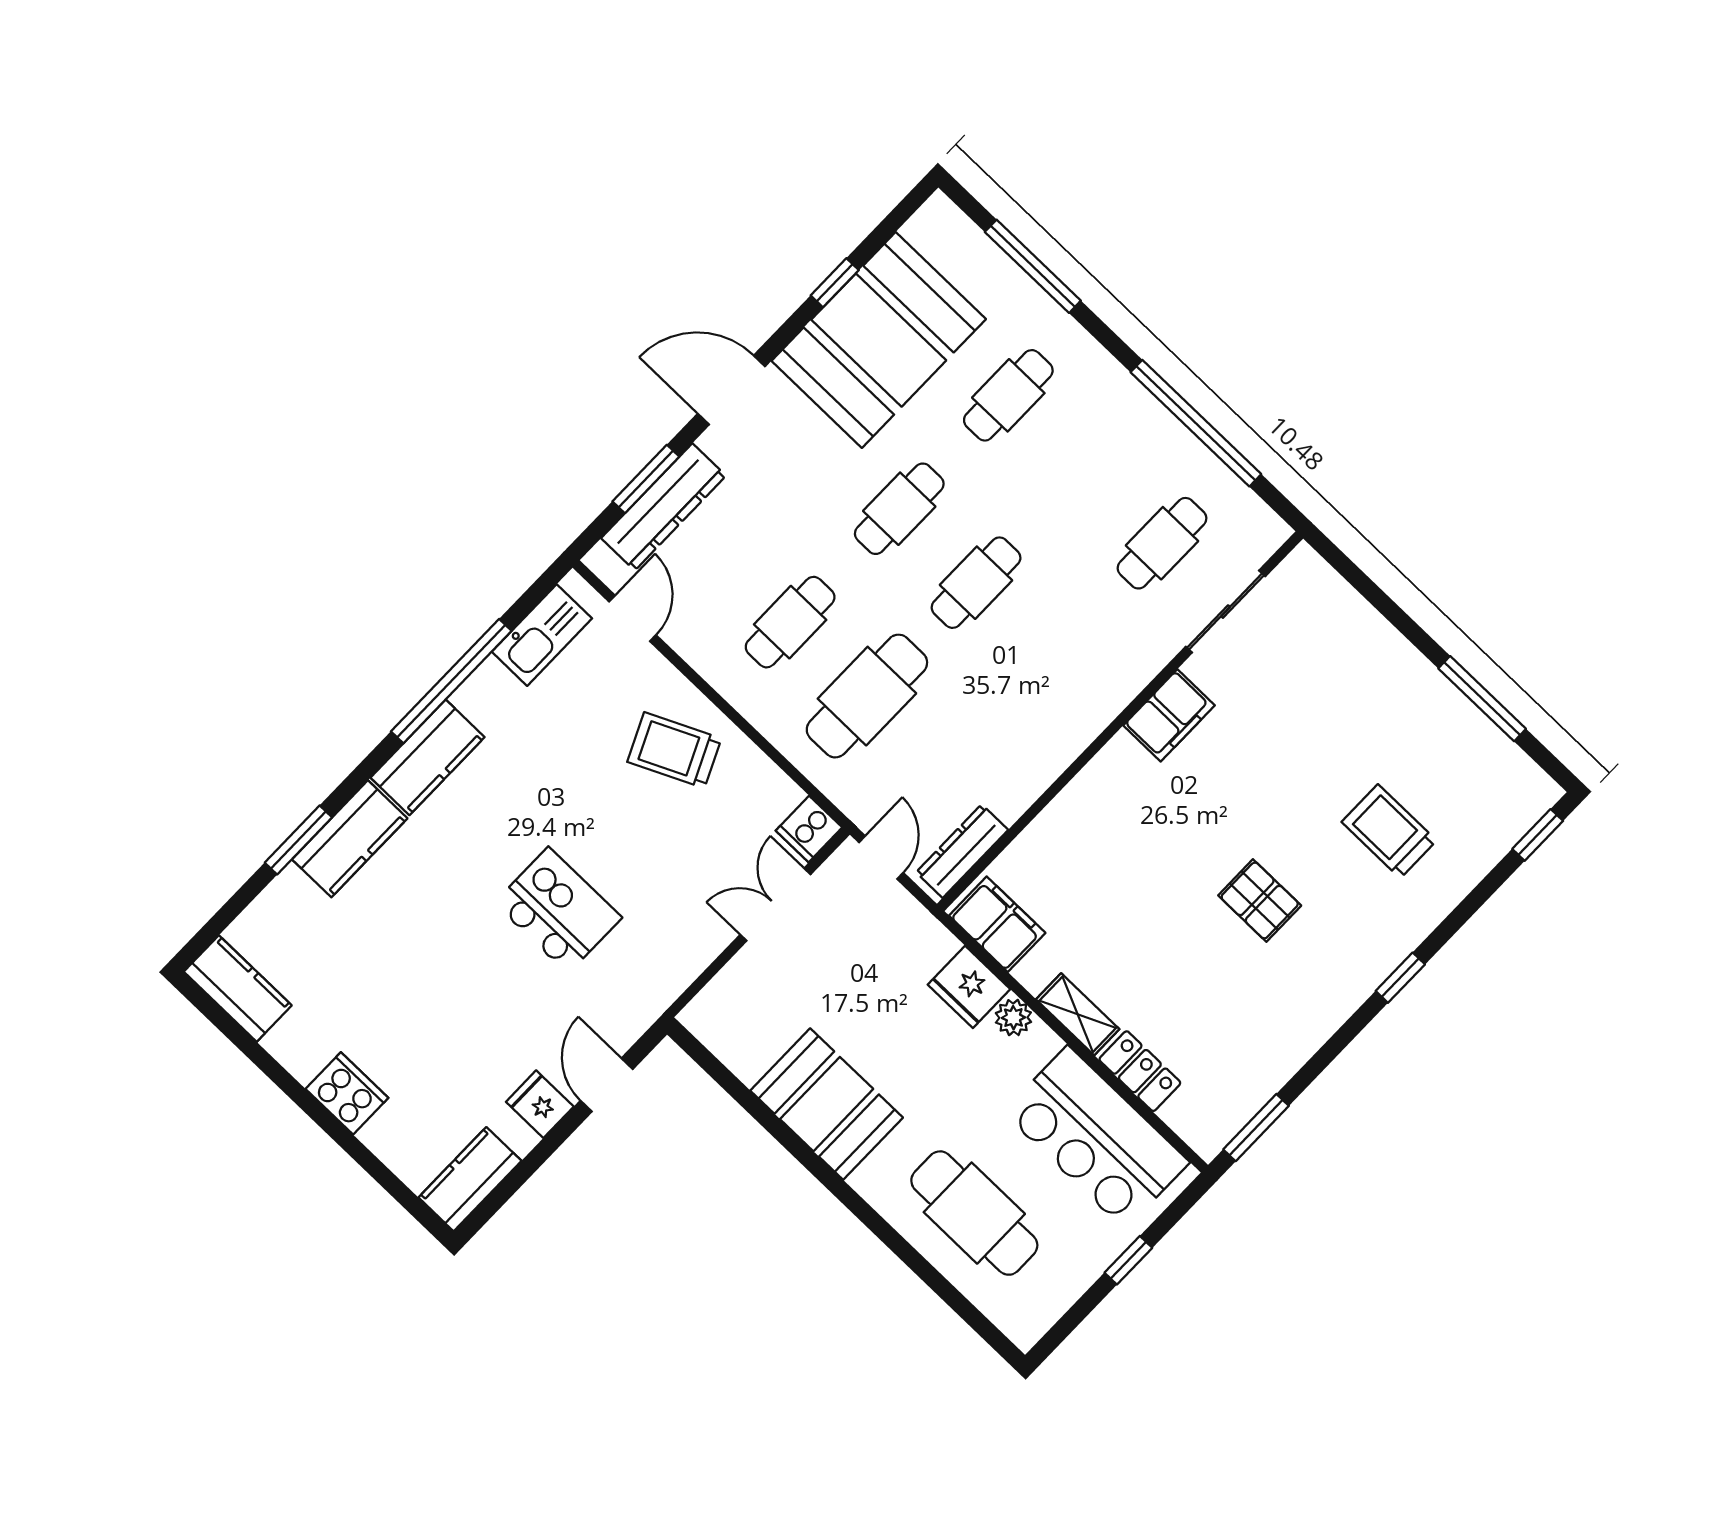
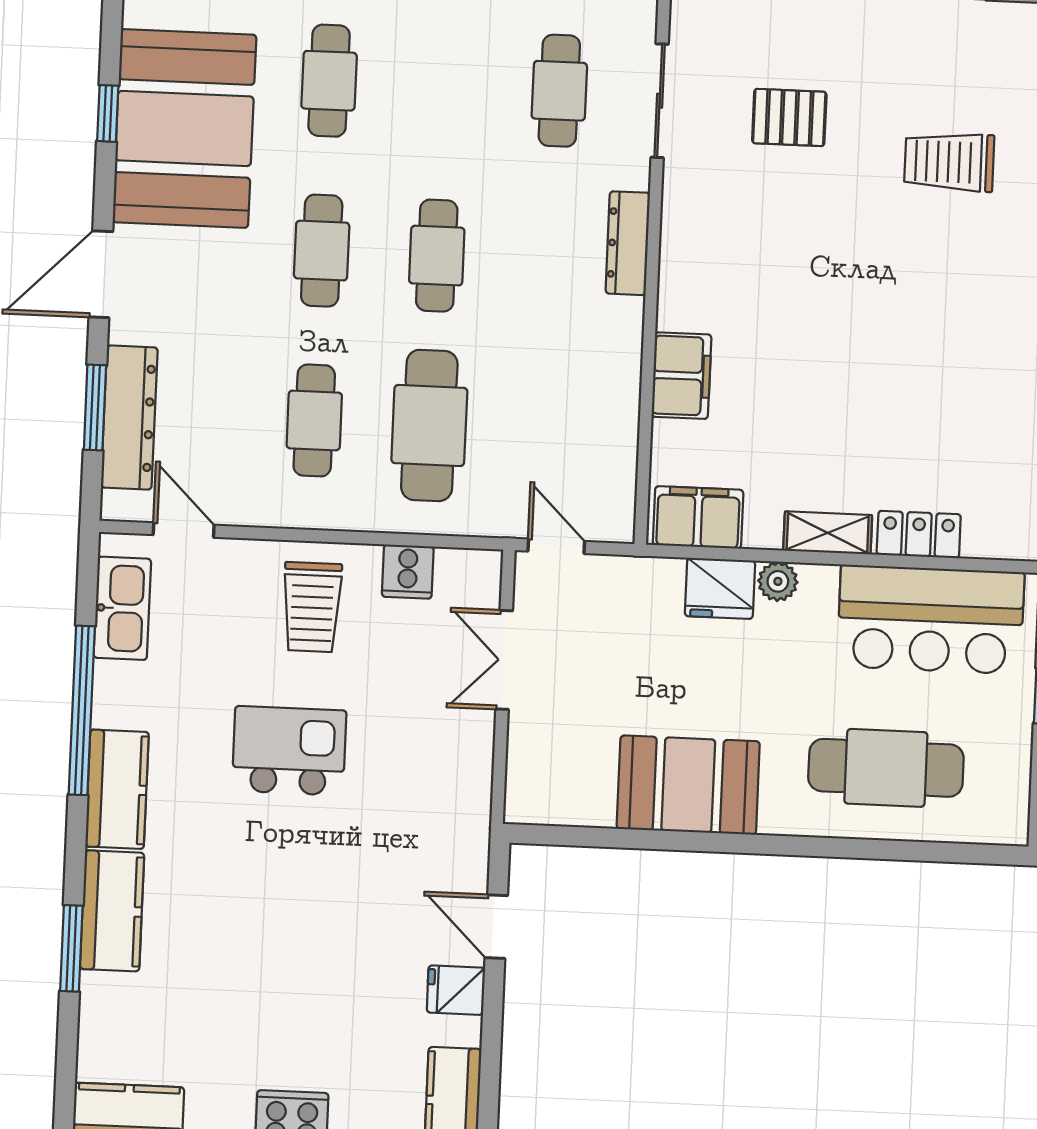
filing cabinet: (1169, 715) -> (681, 376), moved
trolley: (674, 750) -> (312, 607), turned -65
cooker: (809, 829) -> (408, 572), moved
dresser: (962, 851) -> (628, 243), moved
pallet: (1260, 900) -> (789, 117), moved
kitchen island: (558, 910) -> (289, 751), moved

